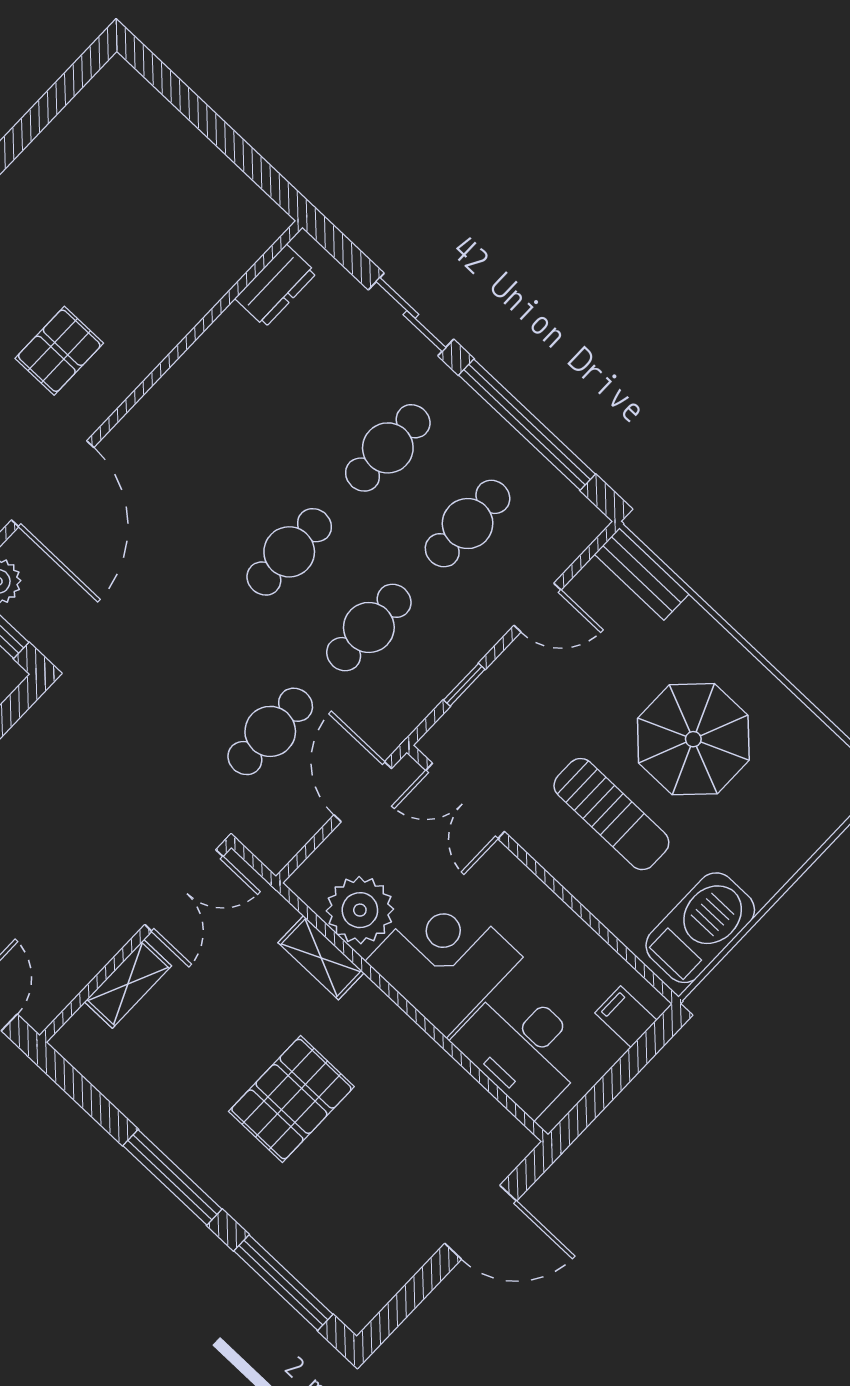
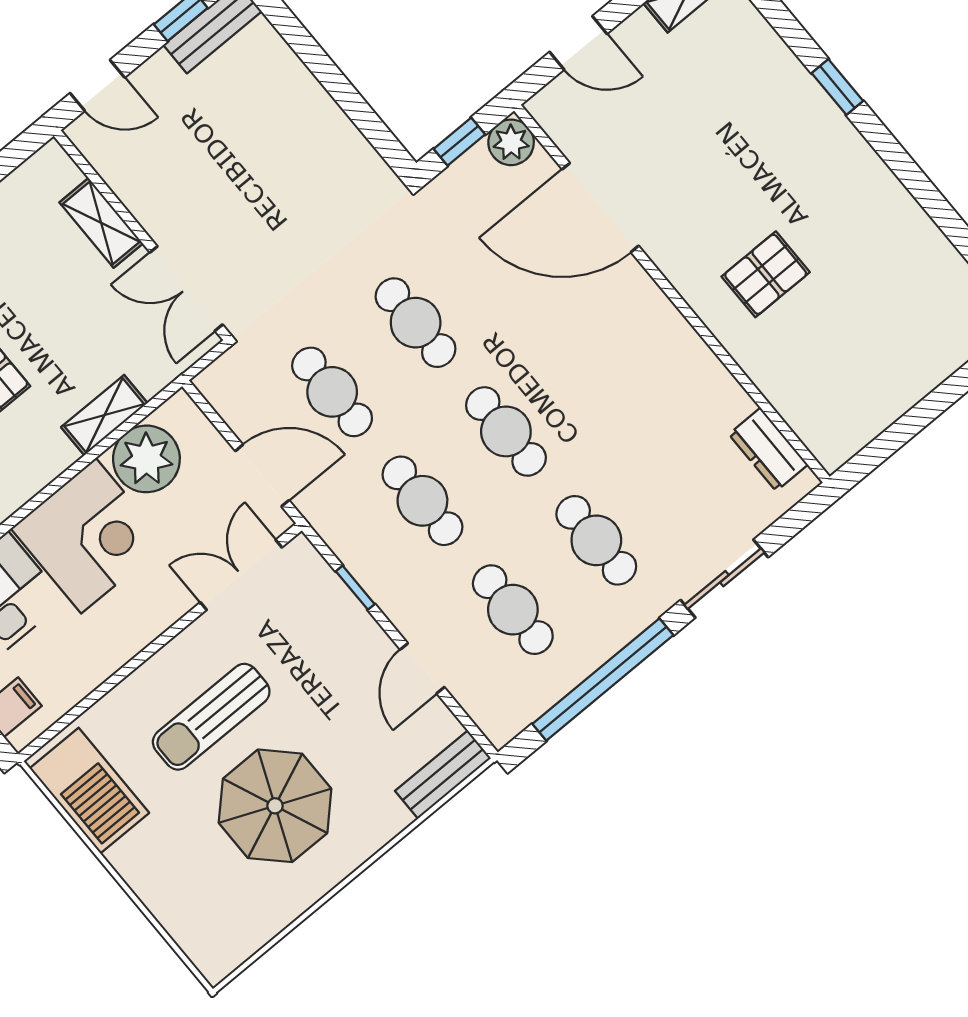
pallet: (59, 351) -> (766, 274), moved, turned 90
cafe table: (191, 656) -> (416, 323), added

